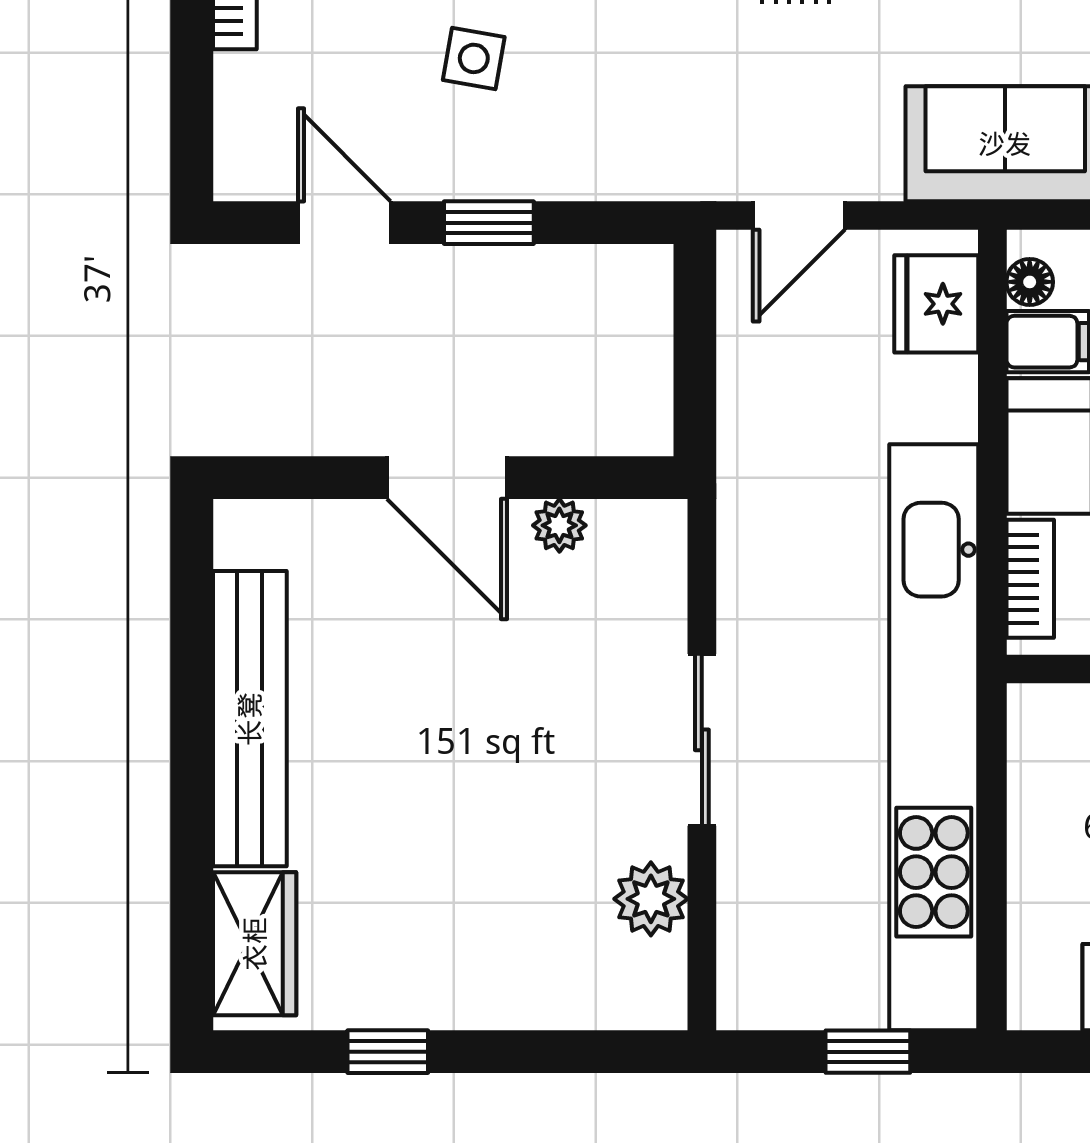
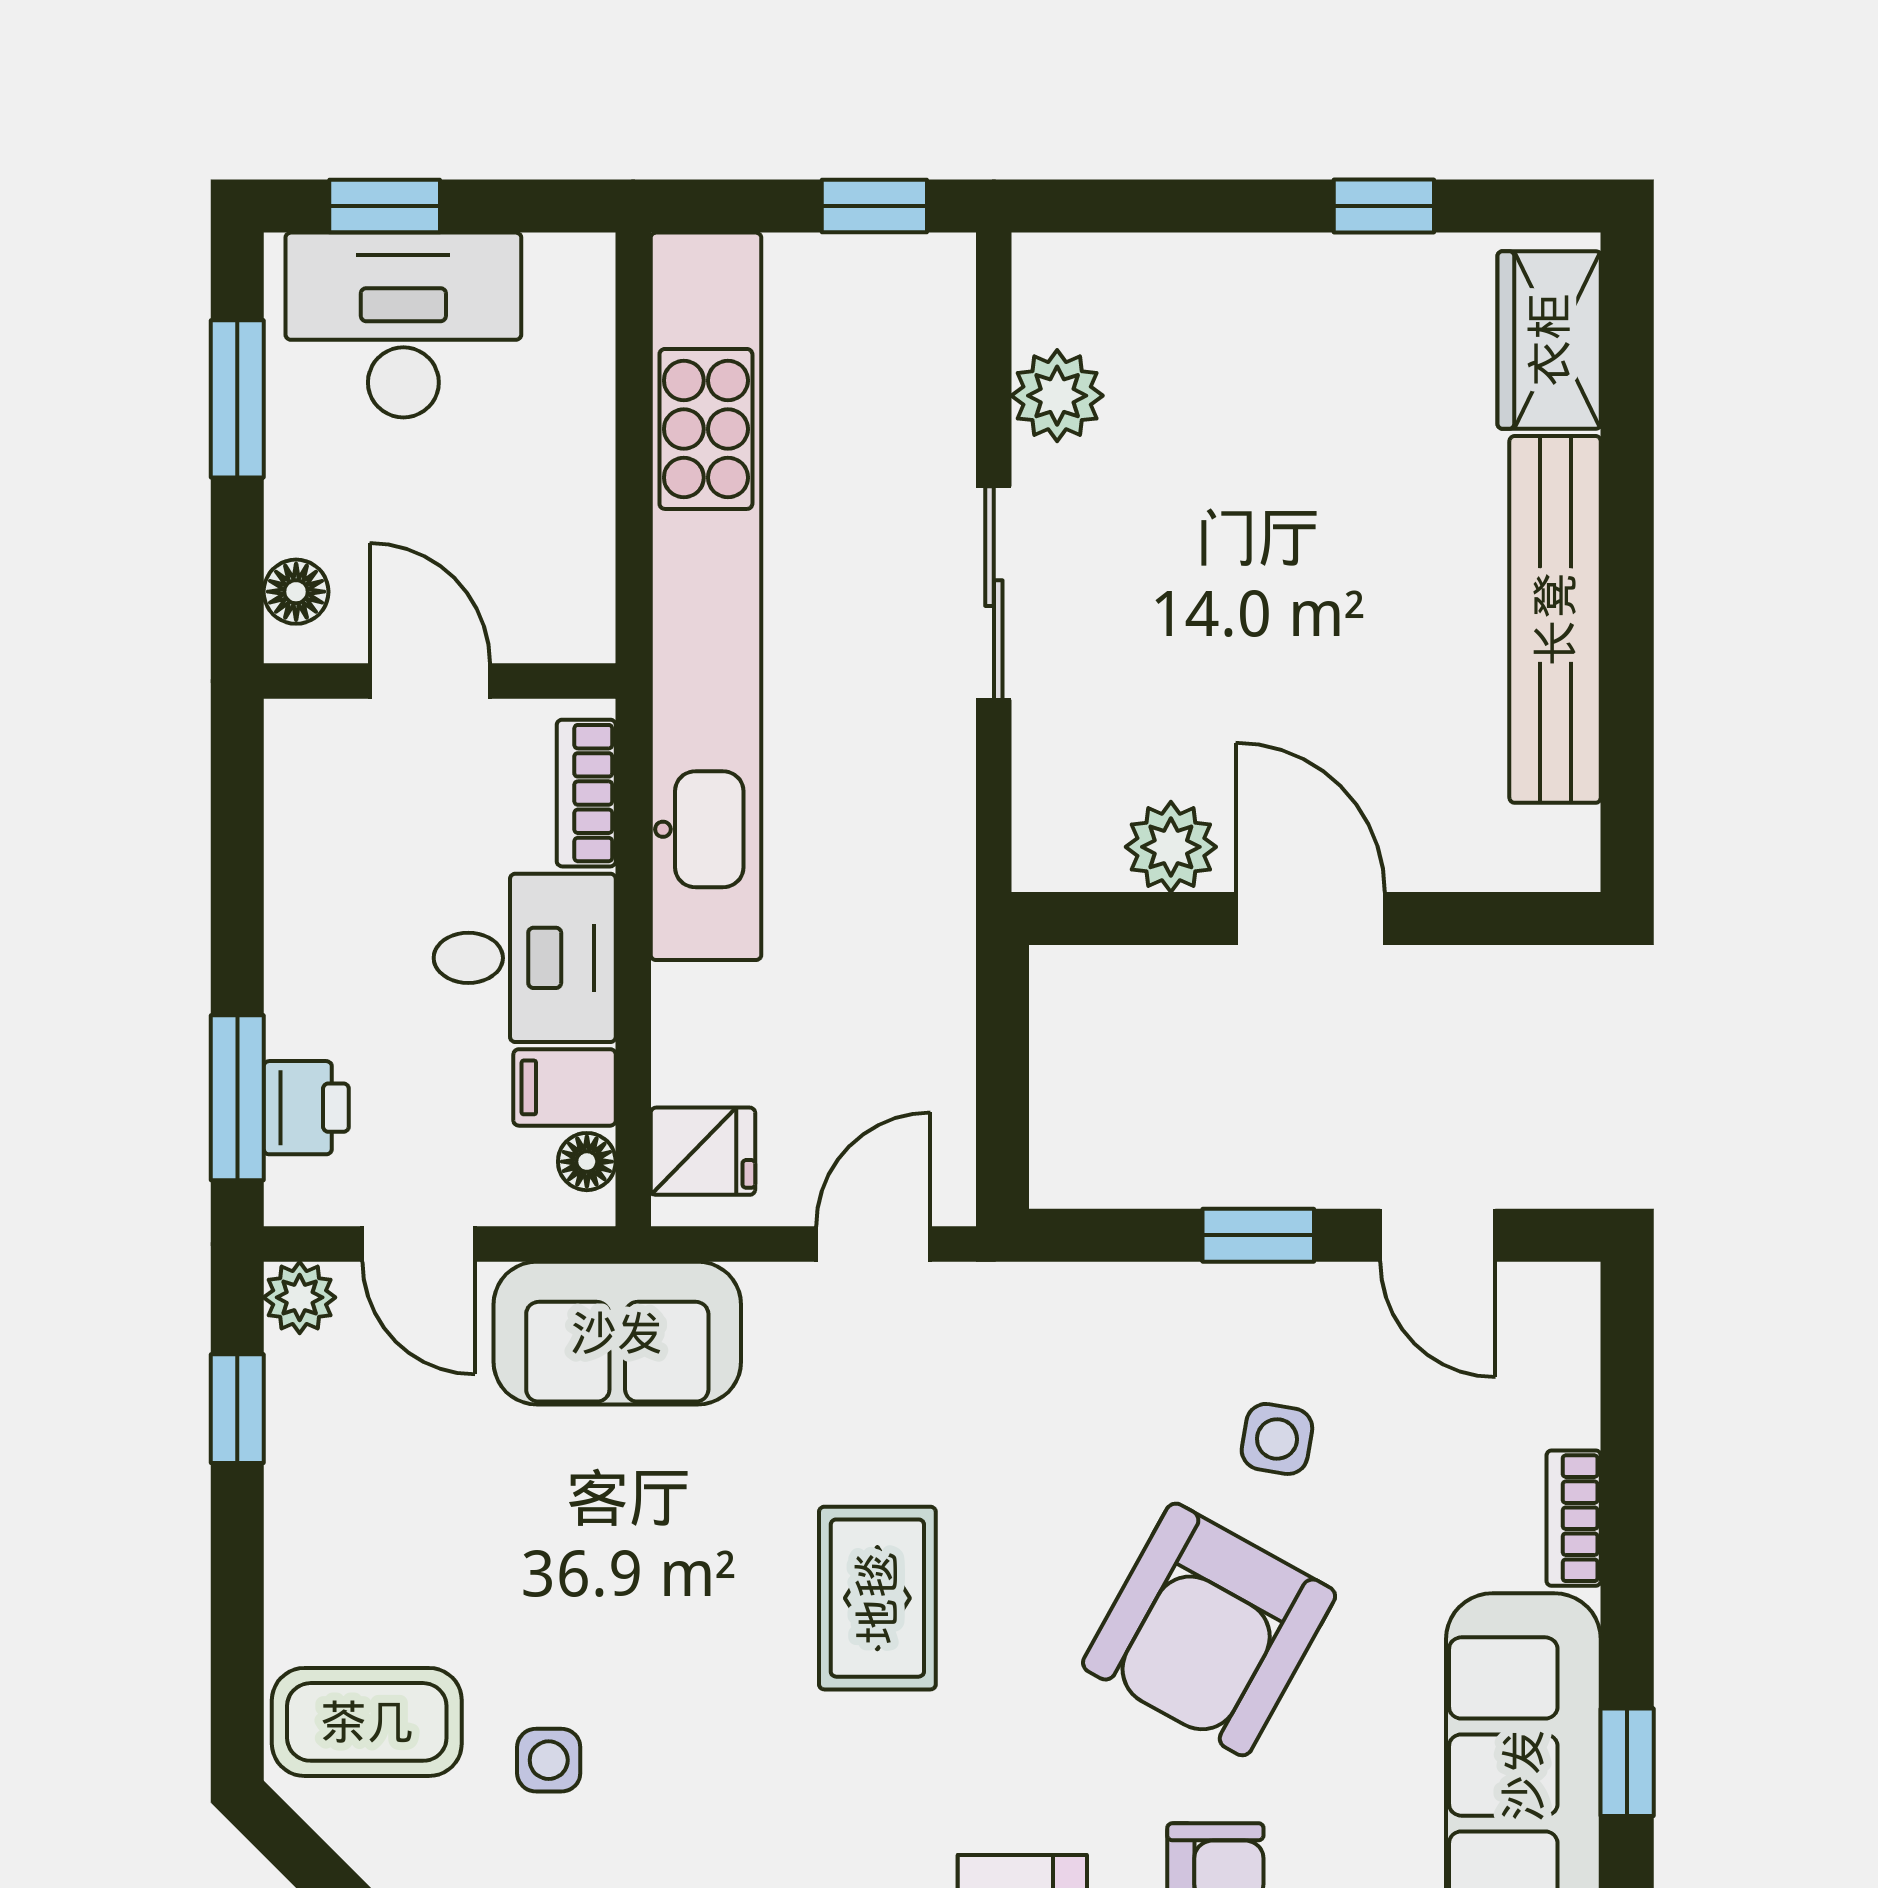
fridge: (936, 304) -> (703, 1151), width x0.72
plant: (559, 525) -> (1171, 847), width x1.38, depth x1.38
window: (868, 1052) -> (874, 206), moved

